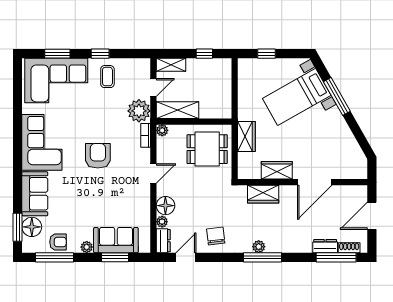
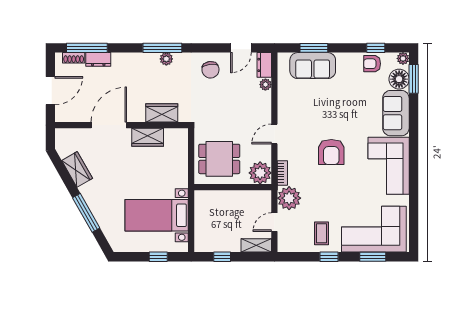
bed with nightstands: (297, 97) -> (157, 215), moved, turned -150
shelving: (177, 110) -> (250, 199), removed
plant: (162, 130) -> (260, 173), width x1.88, depth x1.88
wardrobe: (246, 136) -> (77, 169), moved, turned 150
floor lamp: (165, 206) -> (262, 101), removed
plant: (87, 247) -> (403, 58), moved
window: (54, 257) -> (376, 48), width x0.46

